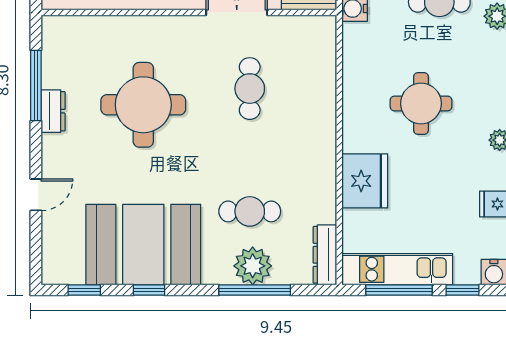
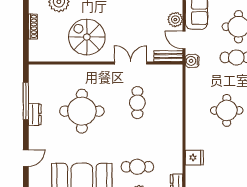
fridge: (365, 181) -> (194, 157), width x0.53, depth x0.75

